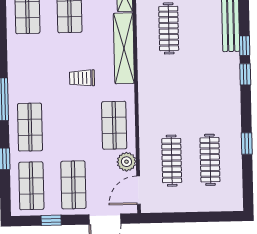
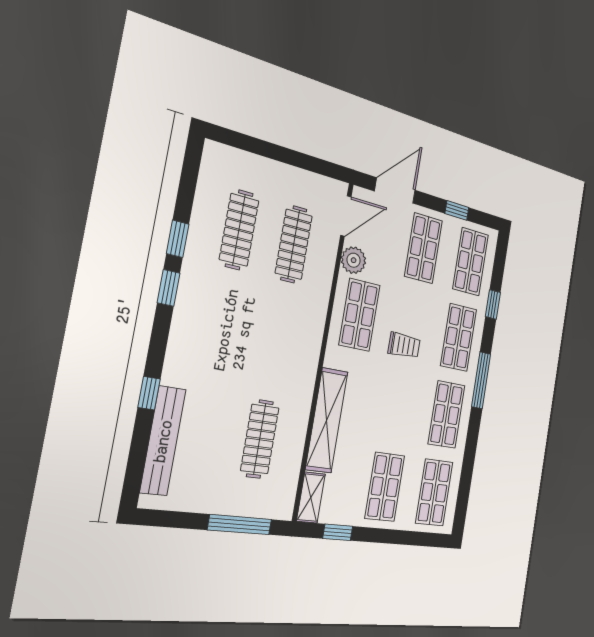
shop shelf: (29, 68) -> (446, 414), added
window: (245, 74) -> (169, 288), moved
trolley: (82, 78) -> (404, 345), moved

